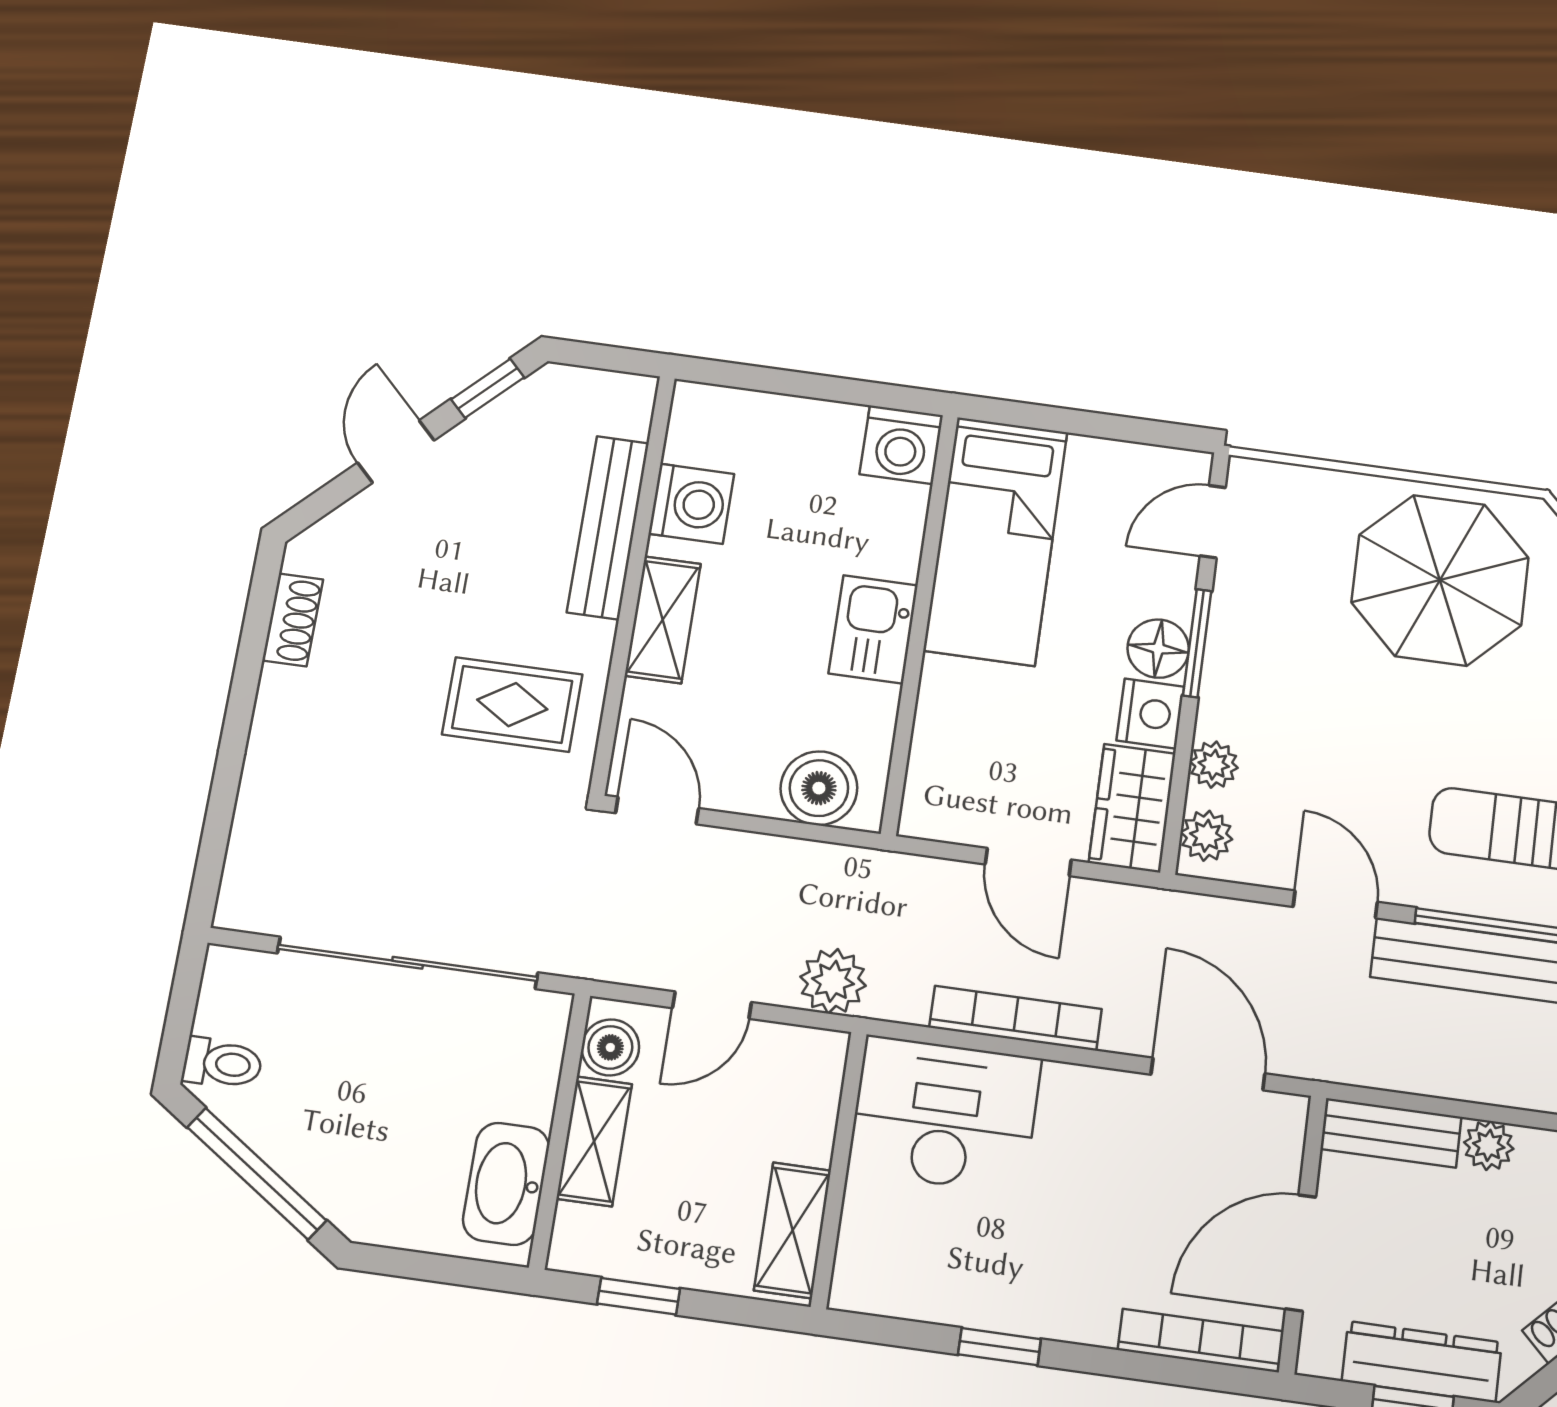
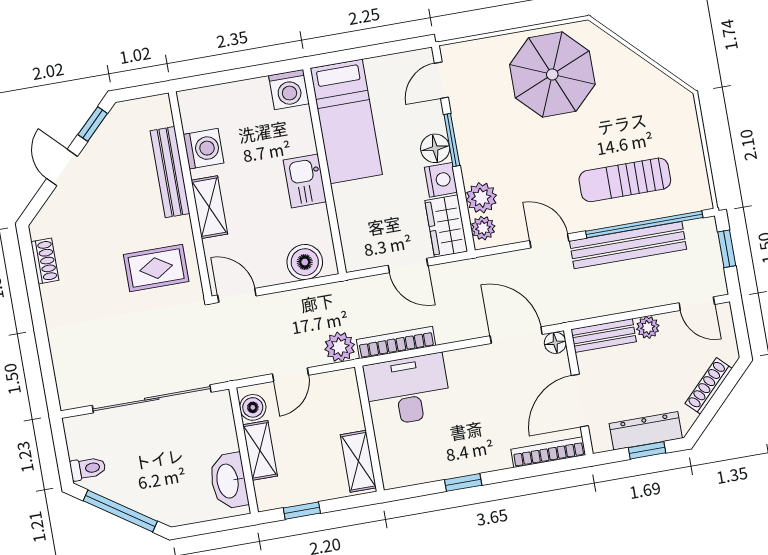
plant: (1214, 765) -> (481, 198), width x1.38, depth x1.38
bookcase: (1016, 1018) -> (396, 343), moved
floor lamp: (1285, 1116) -> (555, 343), added

